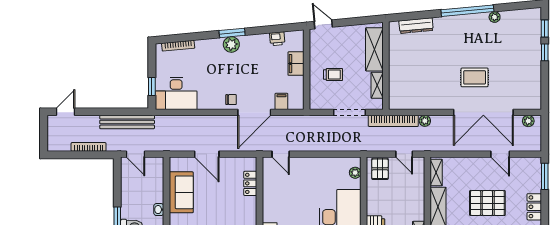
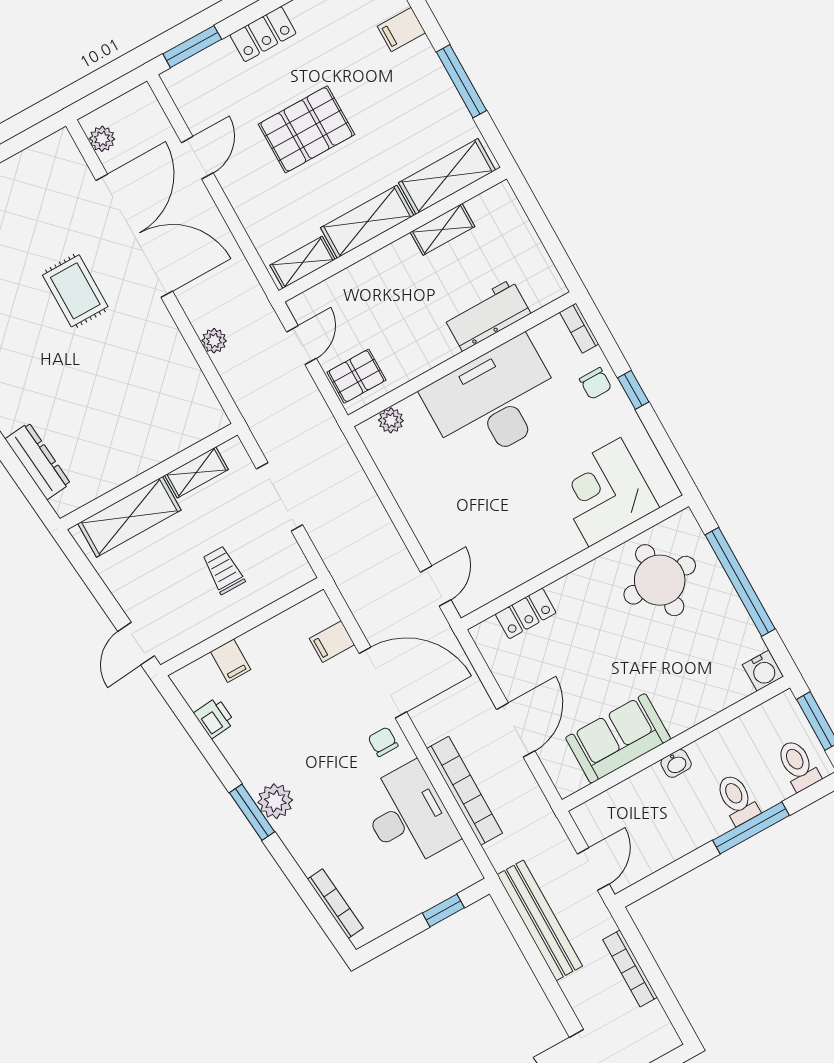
filing cabinet: (296, 64) -> (231, 661), width x0.50
desk: (176, 93) -> (408, 816), moved
bookcase: (393, 121) -> (465, 791), moved
pallet: (487, 203) -> (306, 129), turned 90

